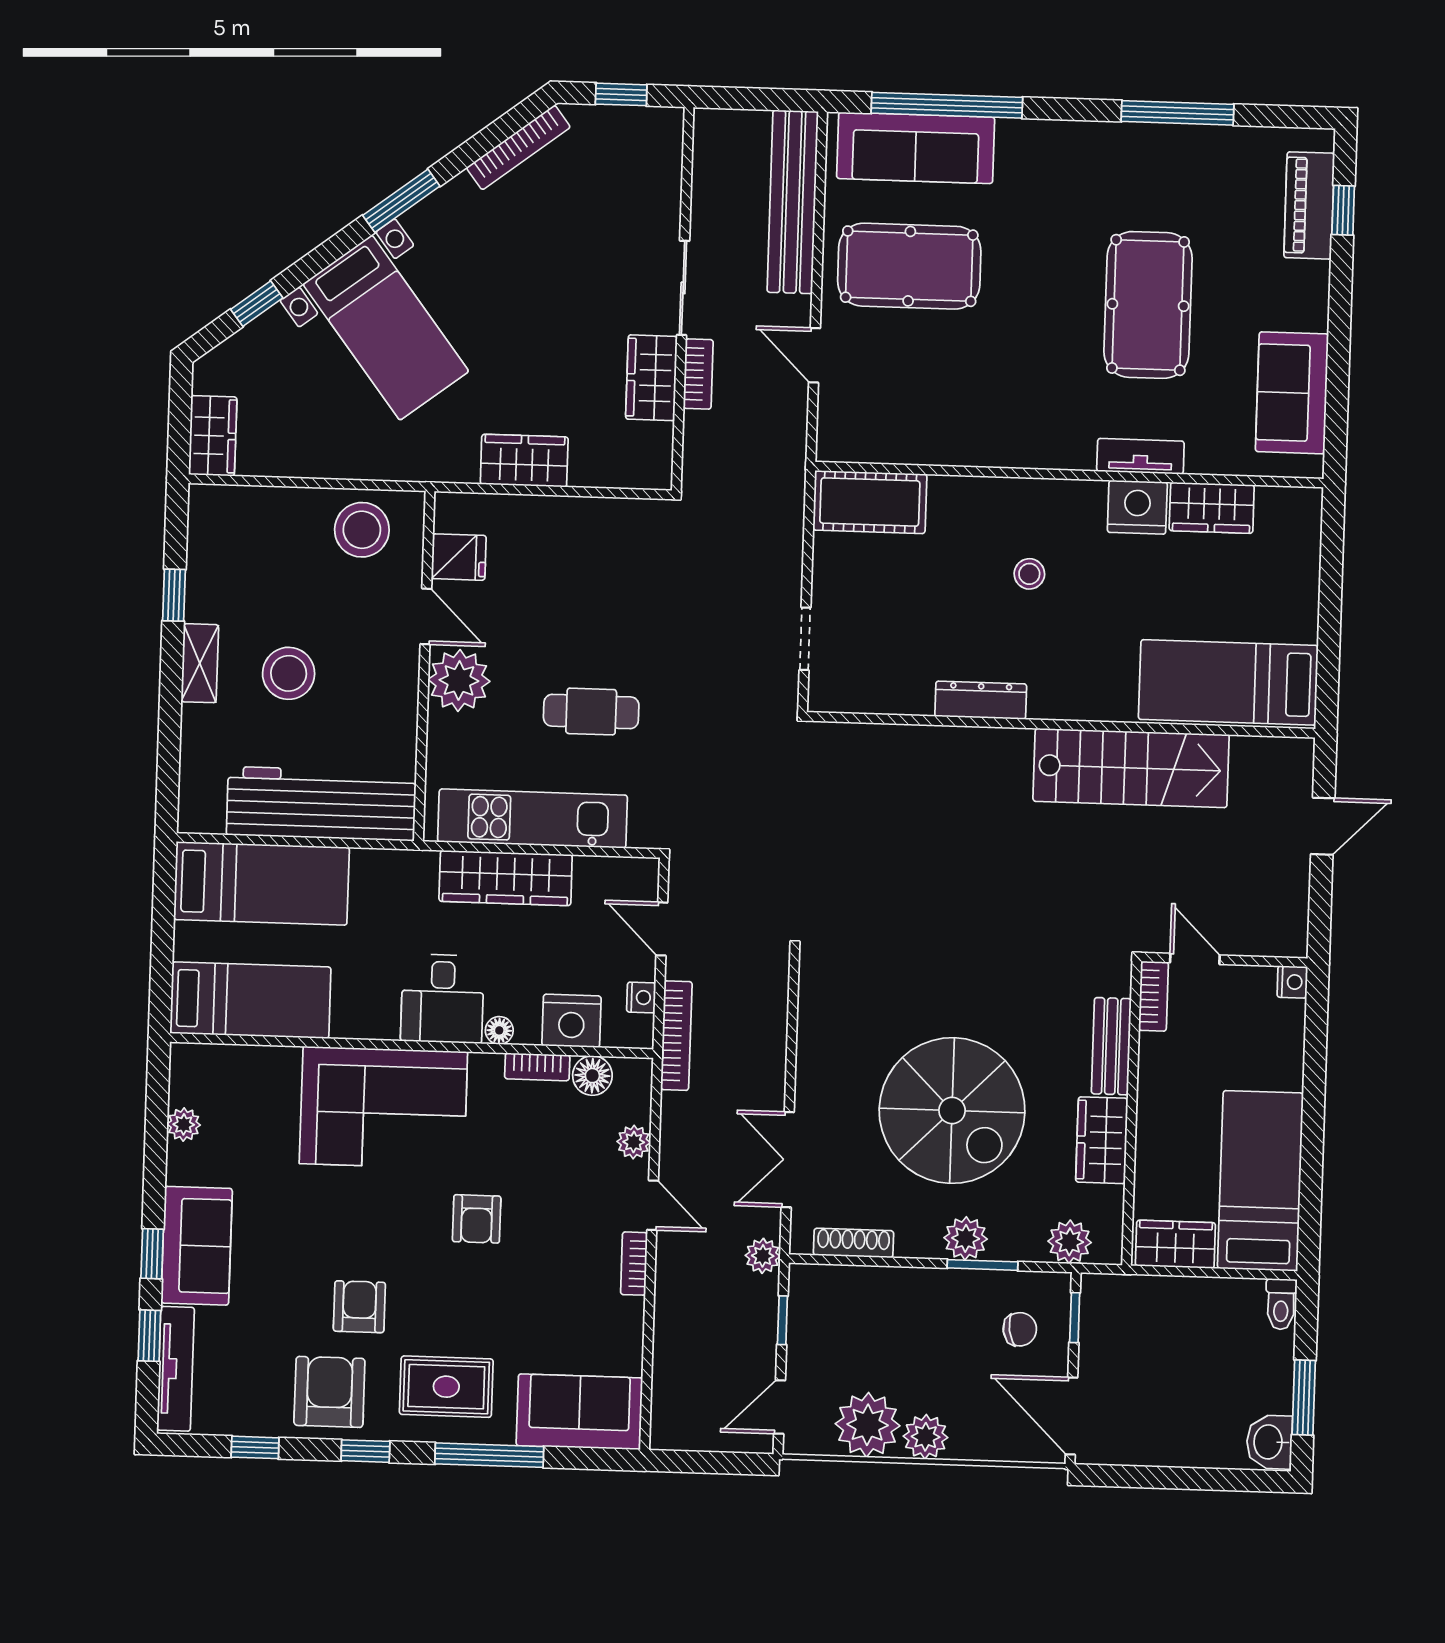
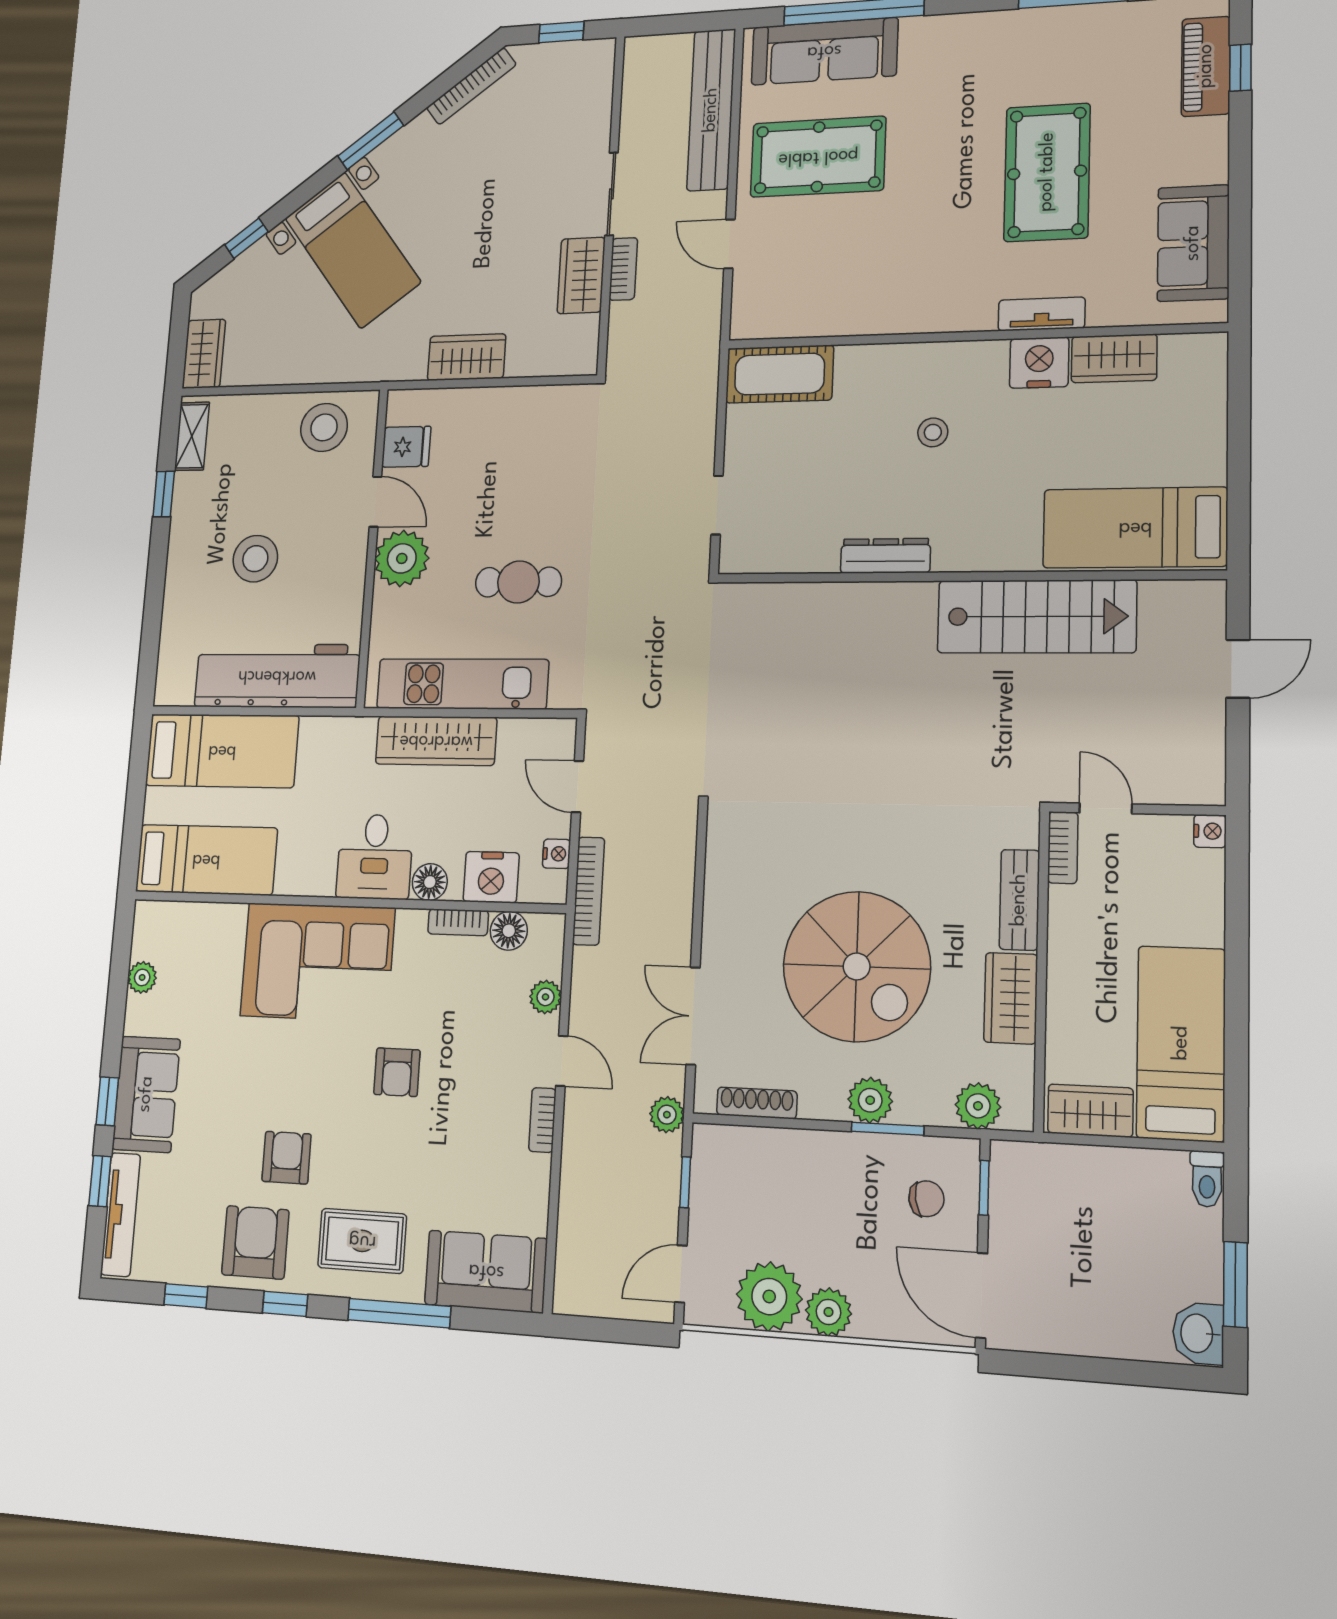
shelving: (200, 663) -> (192, 436), moved
floor lamp: (499, 1030) -> (430, 882), width x1.37, depth x1.37

